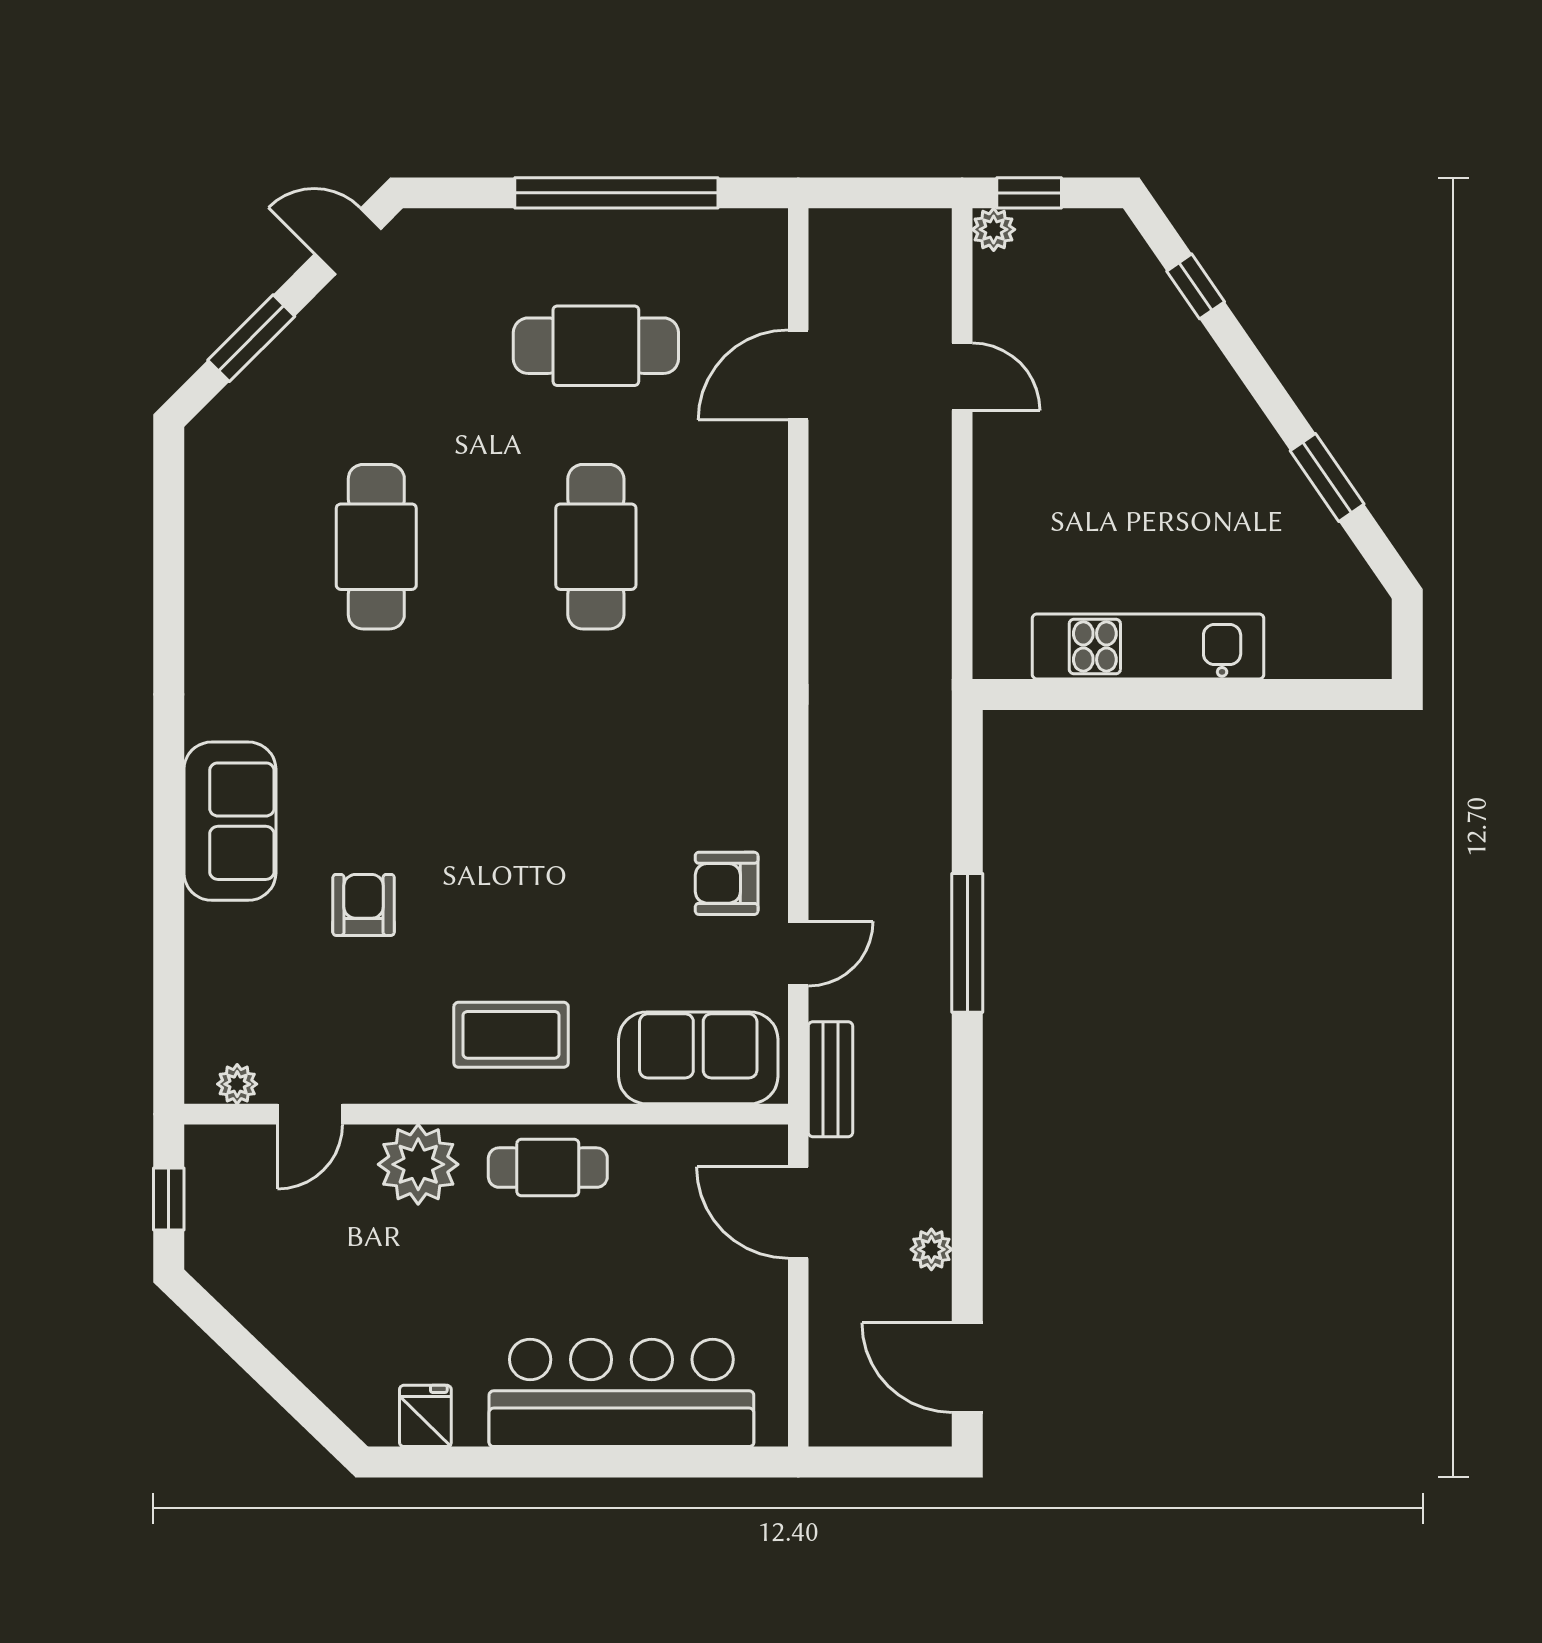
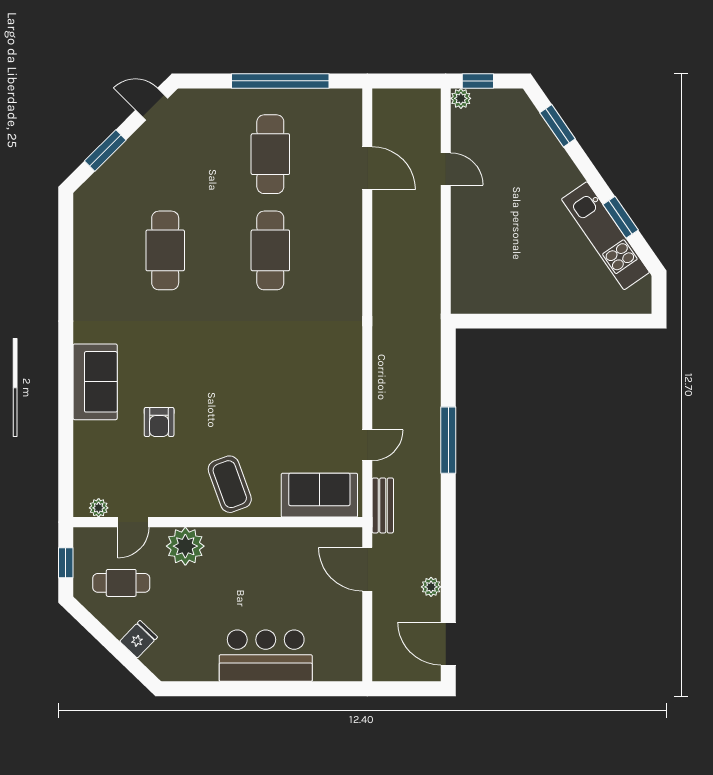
window: (1196, 286) -> (558, 126), width x1.50
cafe table: (596, 346) -> (270, 154), turned 90
door: (798, 375) -> (367, 168), swing flipped
kitchen unit: (1148, 646) -> (605, 236), moved, turned -125
armchair: (727, 883) -> (333, 412), removed
armchair: (364, 905) -> (159, 422), turned 180
coffee table: (511, 1035) -> (230, 484), turned 70
cafe table: (548, 1168) -> (121, 583), moved
bar counter: (621, 1393) -> (266, 656), width x0.73
fridge: (425, 1416) -> (139, 639), moved, turned 44

